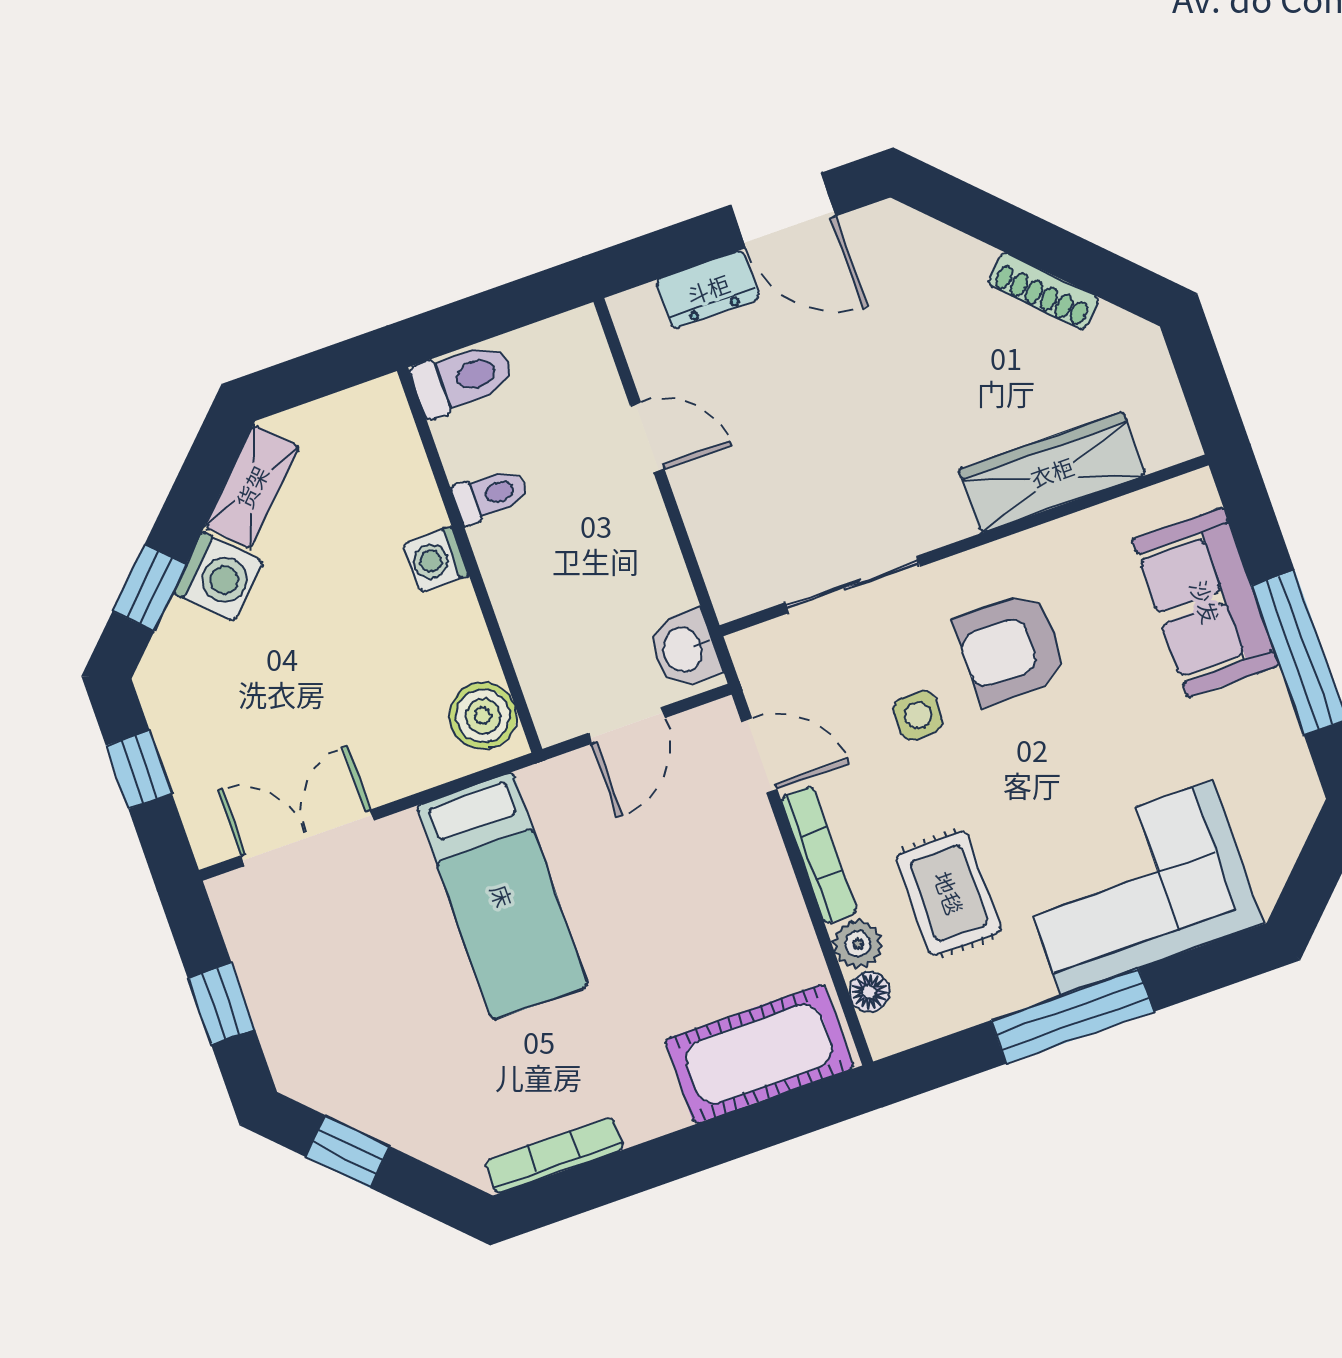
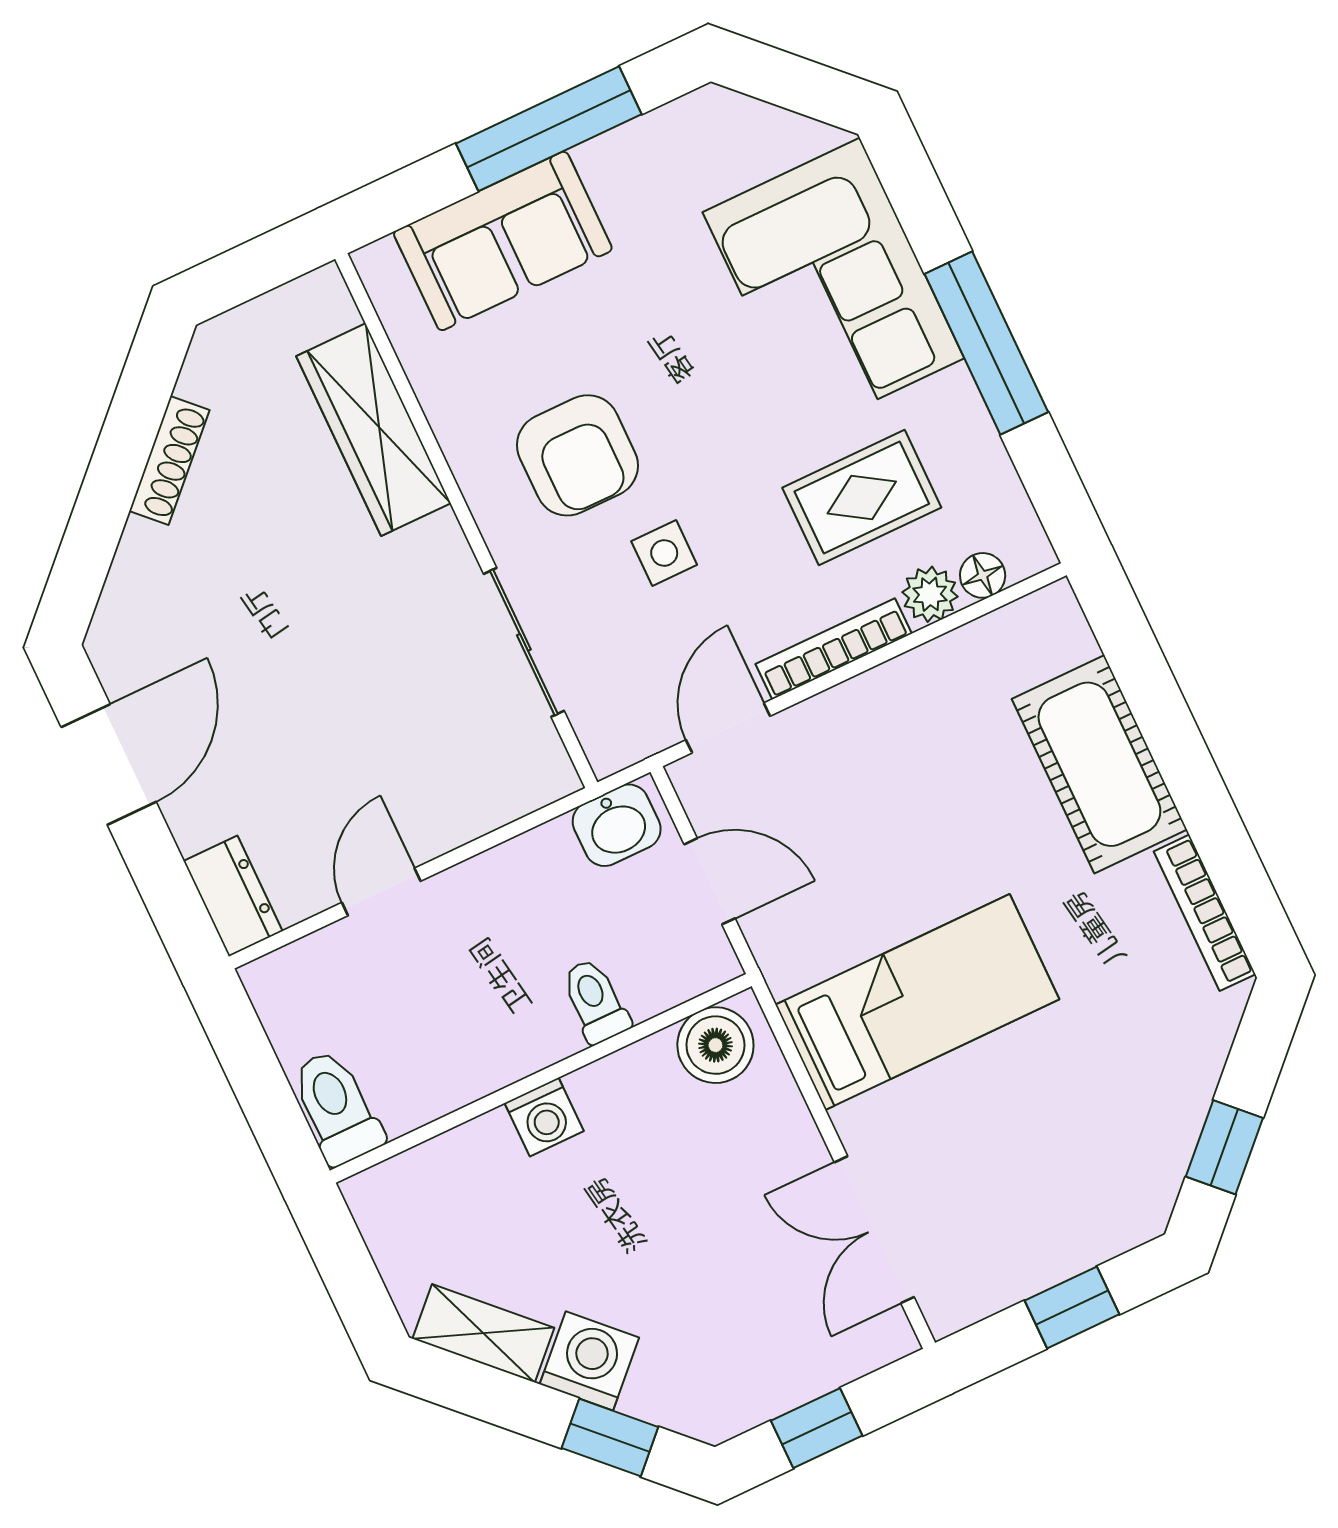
dresser: (708, 289) -> (233, 896), moved
toilet: (490, 495) -> (595, 1001), moved
cot: (759, 1054) -> (1099, 764), moved

